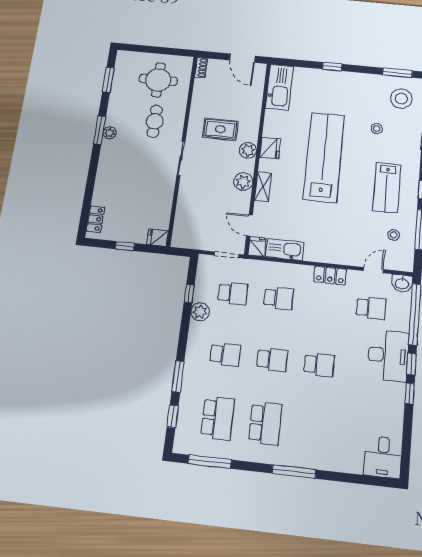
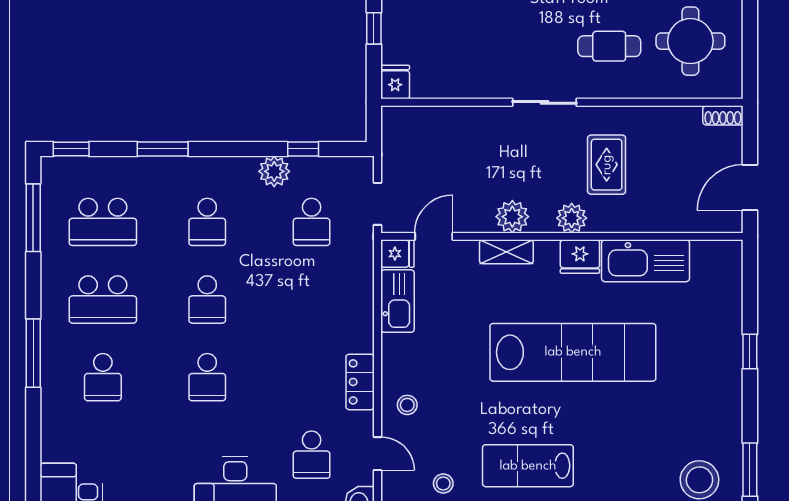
kitchen sink: (279, 87) -> (645, 261), moved
stool: (377, 128) -> (407, 405), moved
school desk: (279, 298) -> (103, 377), moved
window: (173, 416) -> (71, 149), moved

